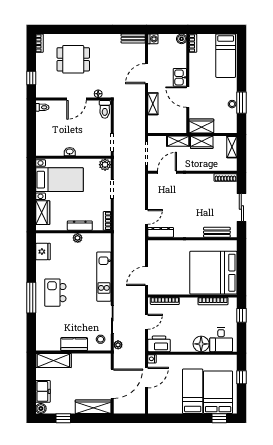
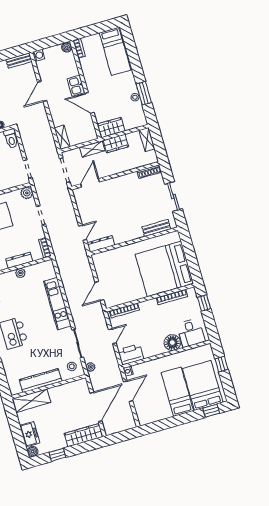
shelving: (153, 104) -> (62, 137), moved
kitchen counter: (74, 344) -> (41, 380), width x1.50

